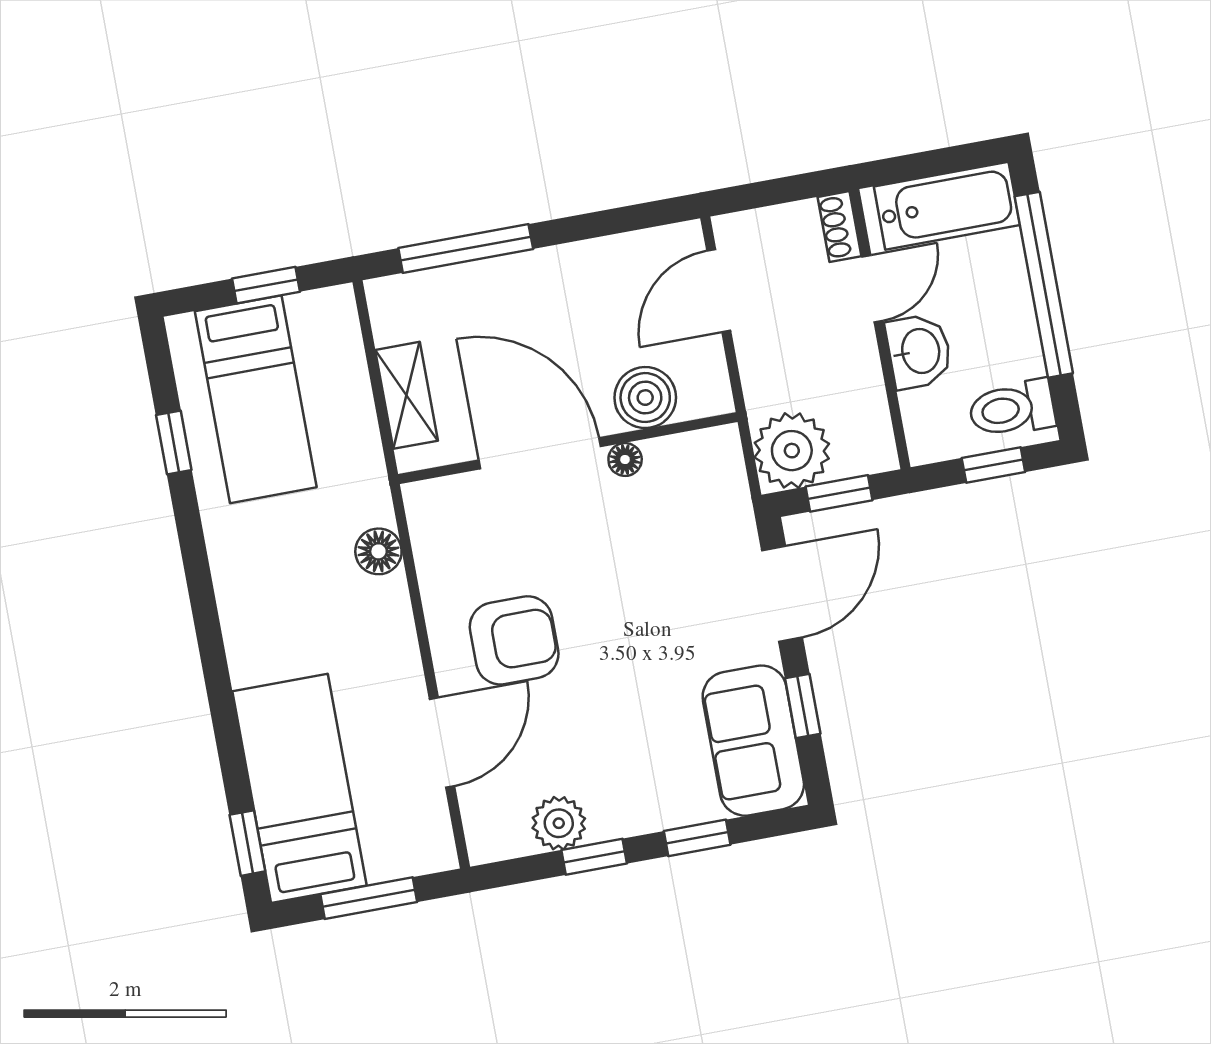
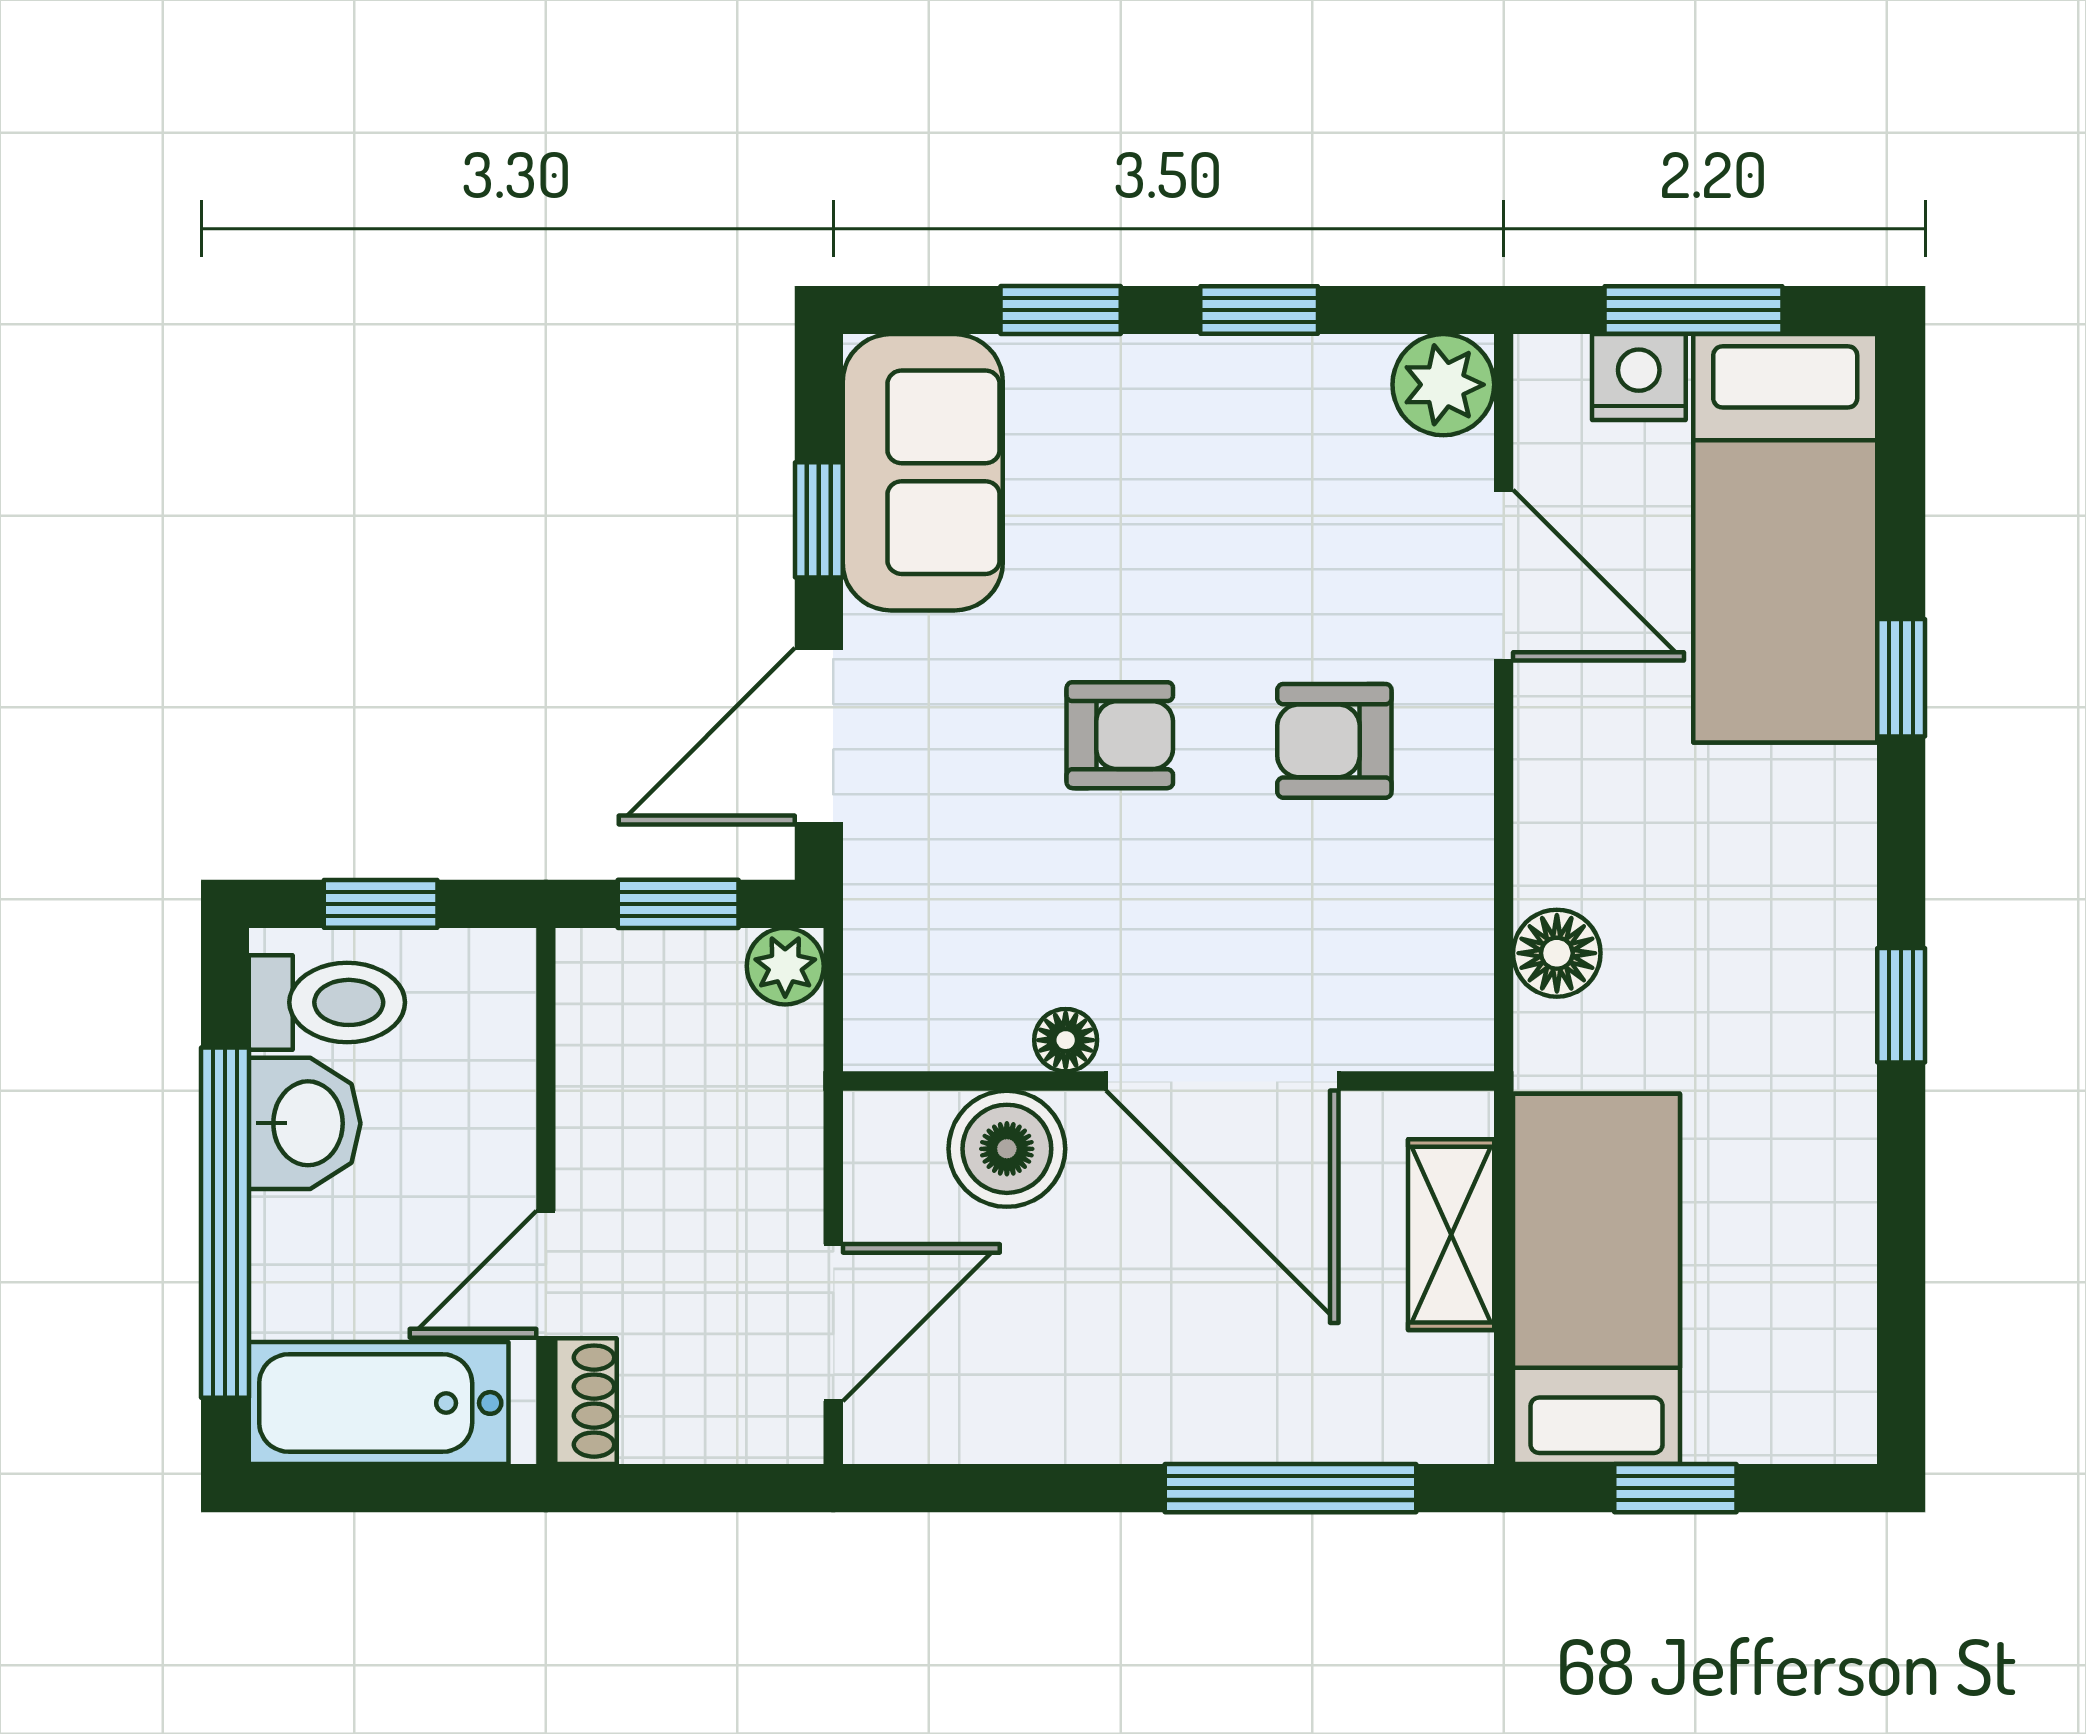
washbasin: (919, 351) -> (305, 1123), moved, turned 180
bed: (256, 399) -> (1597, 1279), moved
window: (174, 442) -> (1901, 1005), moved
plant: (792, 451) -> (785, 966), width x0.53, depth x0.53
armchair: (626, 623) -> (1120, 735), added
armchair: (514, 640) -> (1334, 741), width x0.72, depth x0.72
door: (442, 742) -> (1504, 575), swing flipped
plant: (559, 823) -> (1443, 385), moved
window: (247, 843) -> (1901, 678), moved
nightstand: (391, 858) -> (1639, 377), added

